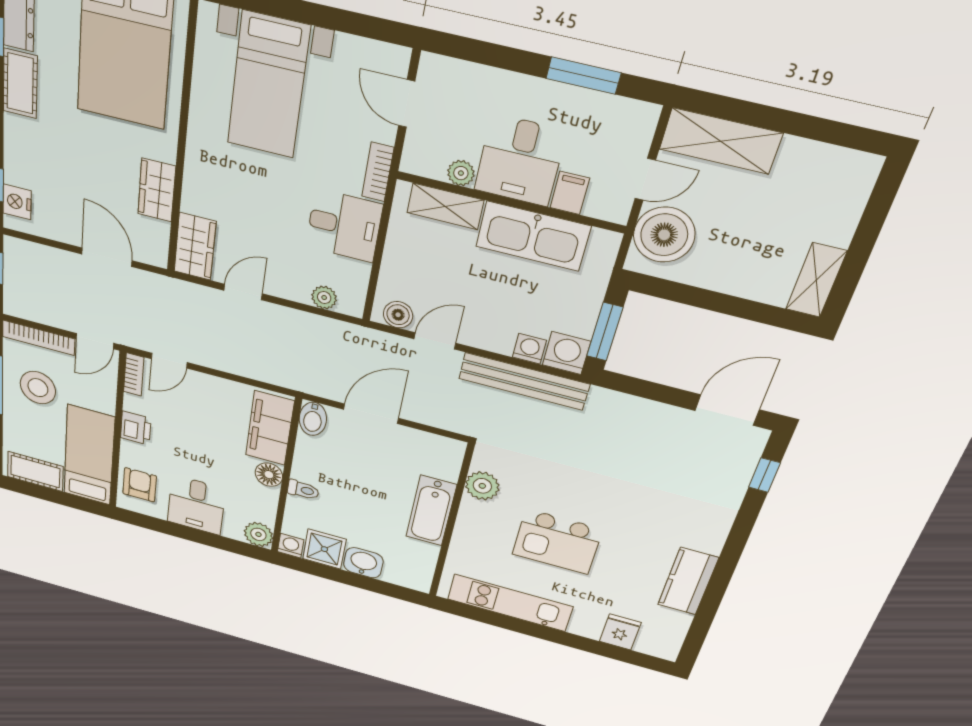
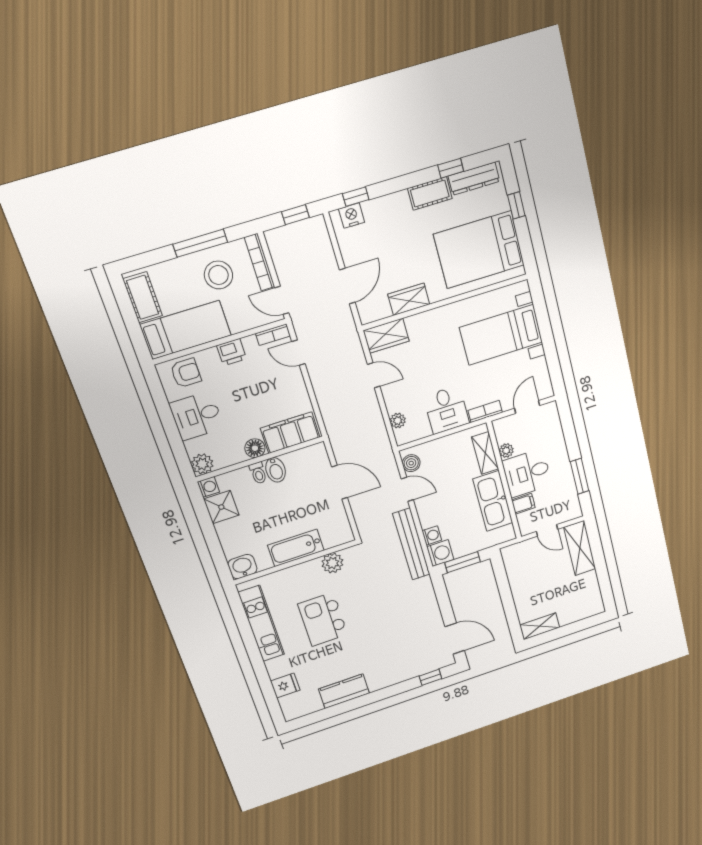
boiler: (664, 235) -> (526, 555), removed
bidet: (313, 419) -> (276, 470), moved, turned -90
washbasin: (363, 563) -> (242, 567), moved, turned -90

